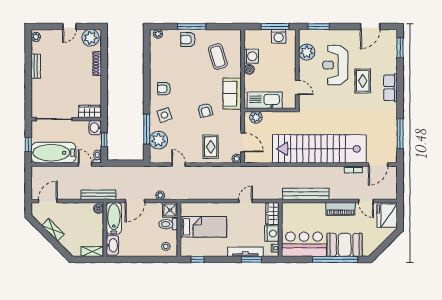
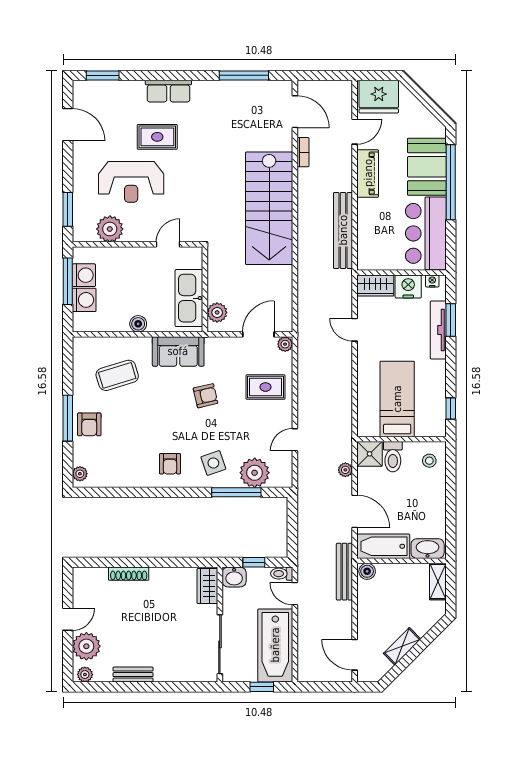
door: (69, 26) -> (68, 619), hinge flipped
plant: (90, 38) -> (86, 646), moved
washing machine: (251, 56) -> (84, 300), moved, turned 90
stairs: (319, 149) -> (269, 208), width x0.73
door: (85, 165) -> (295, 594), hinge flipped

